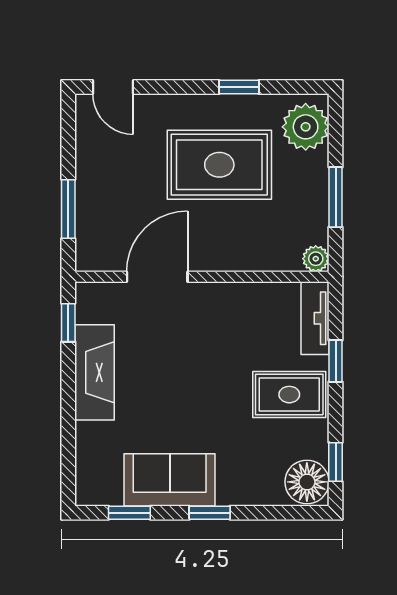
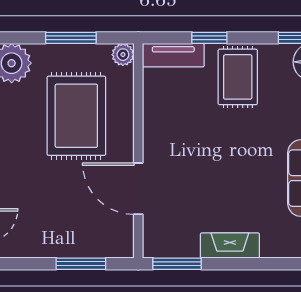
rug: (219, 165) -> (76, 116), moved
window: (68, 323) -> (177, 264), width x1.50
fireplace: (94, 372) -> (230, 246), width x0.73, depth x0.76

